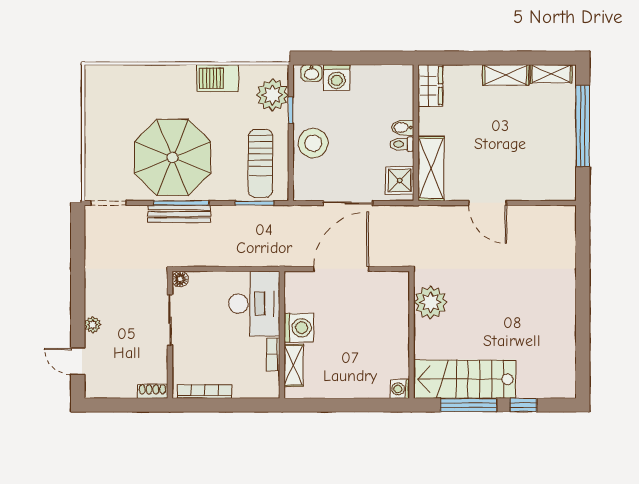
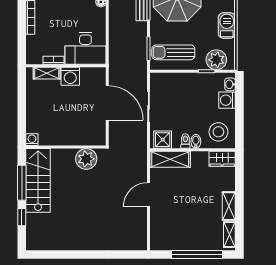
stool: (313, 143) -> (218, 132), moved

